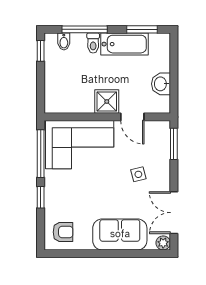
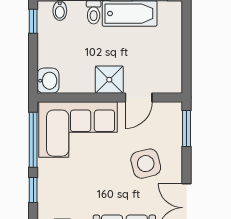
washbasin: (161, 84) -> (48, 81), moved, turned 180
door: (132, 117) -> (139, 98), hinge flipped
side table: (138, 174) -> (146, 164), width x1.87, depth x1.87

